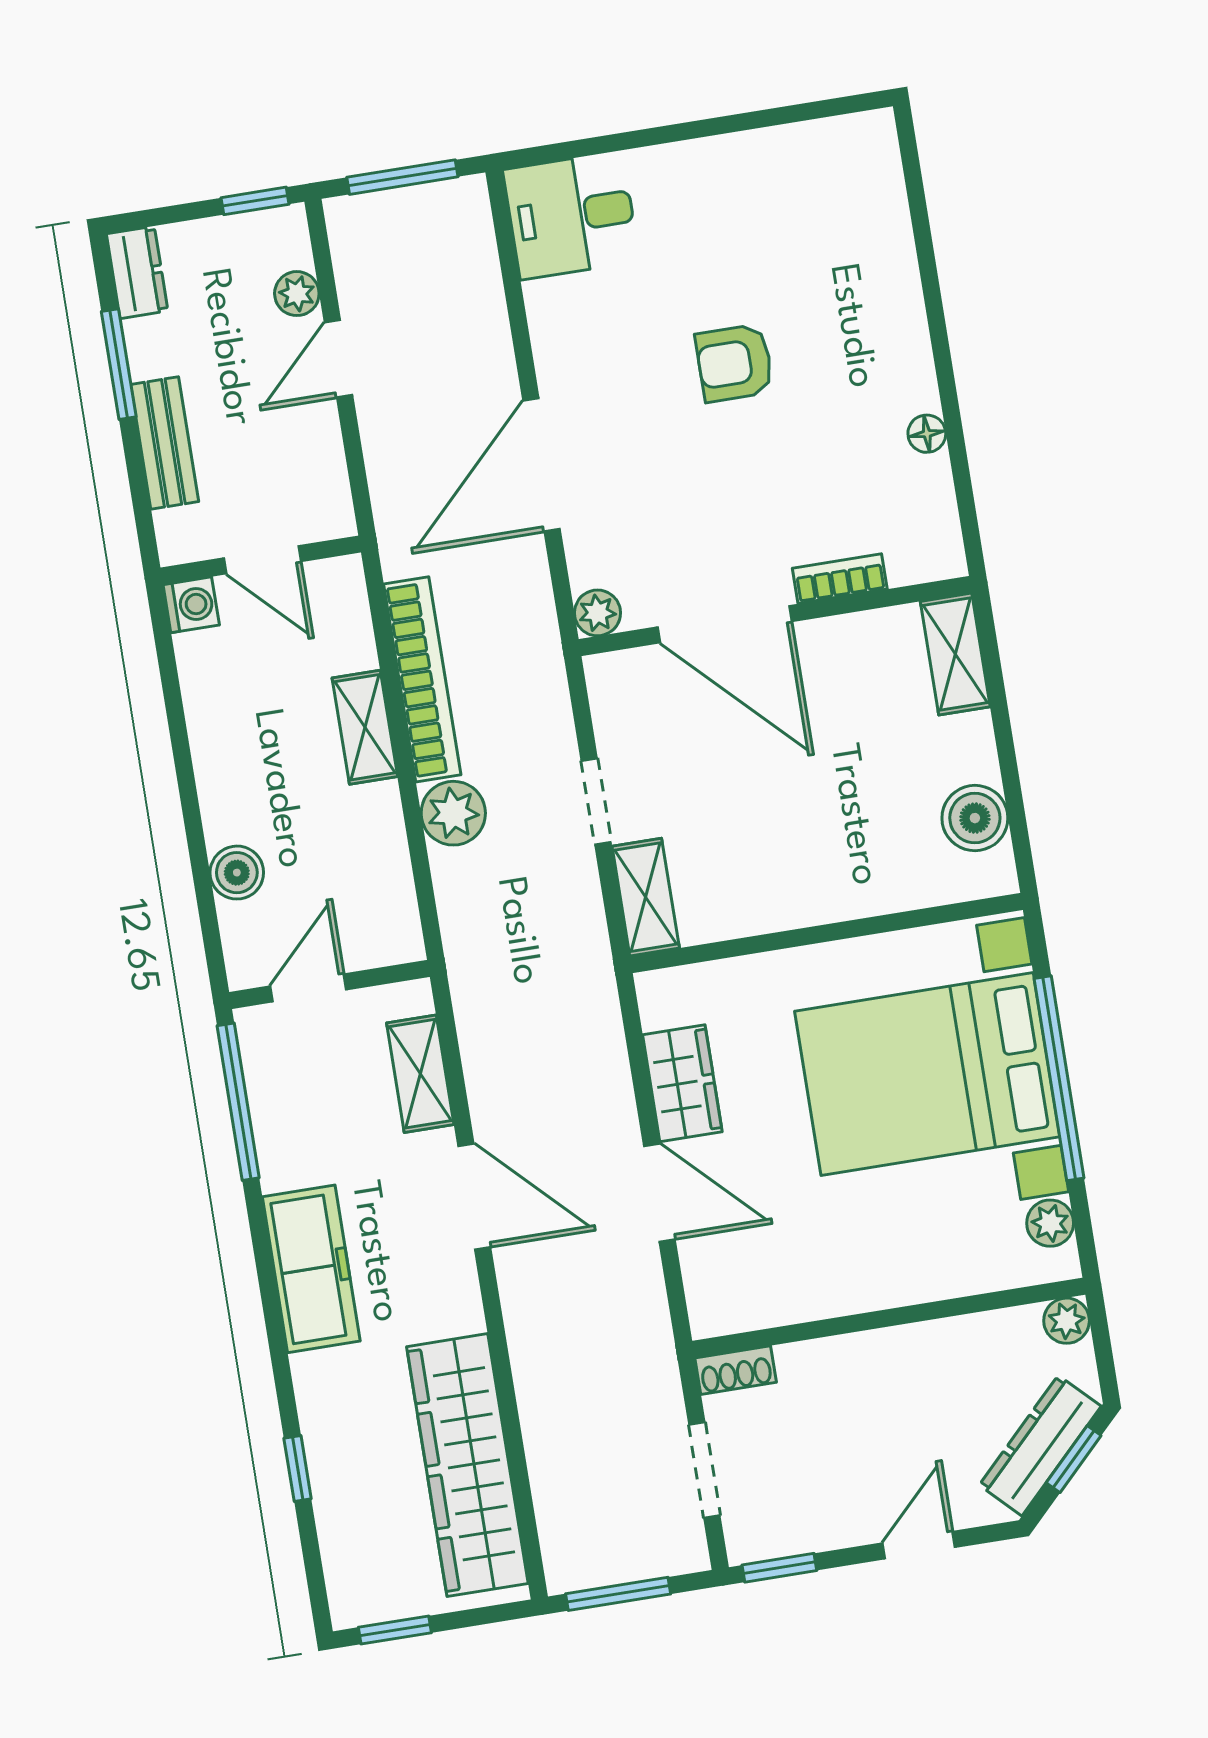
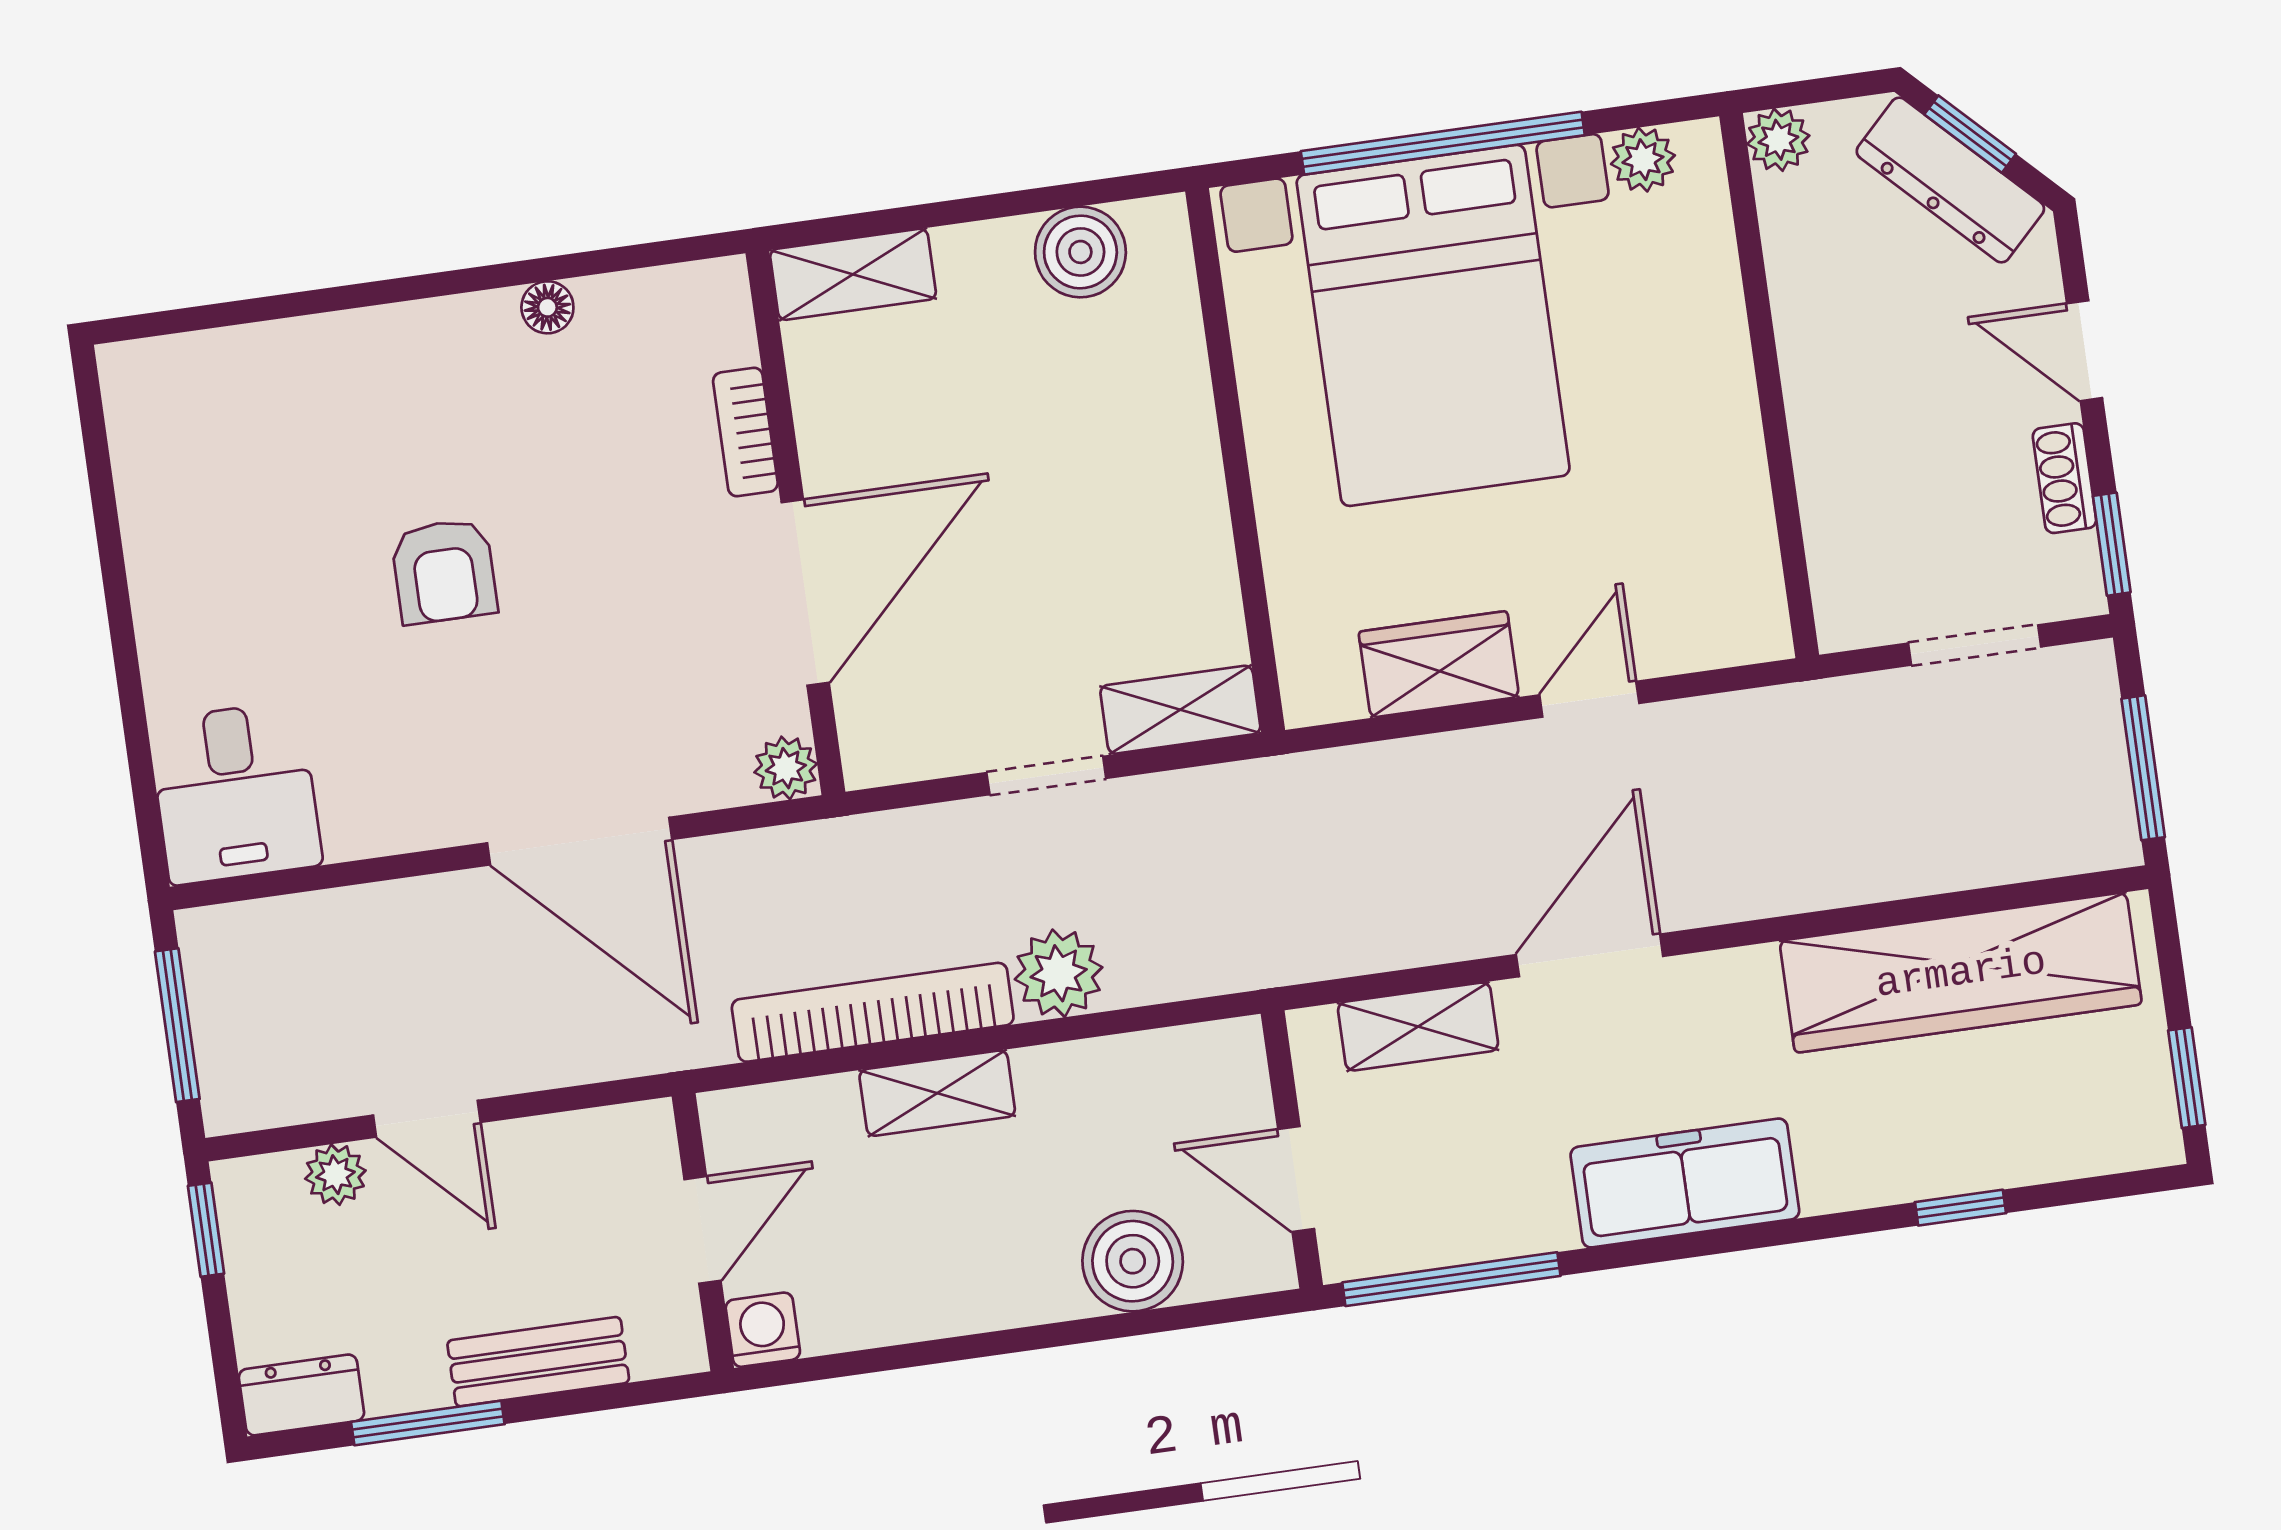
boiler: (237, 873) -> (1133, 1261), width x1.36, depth x1.36
door: (659, 1193) -> (1589, 699), width x0.73
shoe rack: (736, 1370) -> (2065, 478), moved, turned 180

